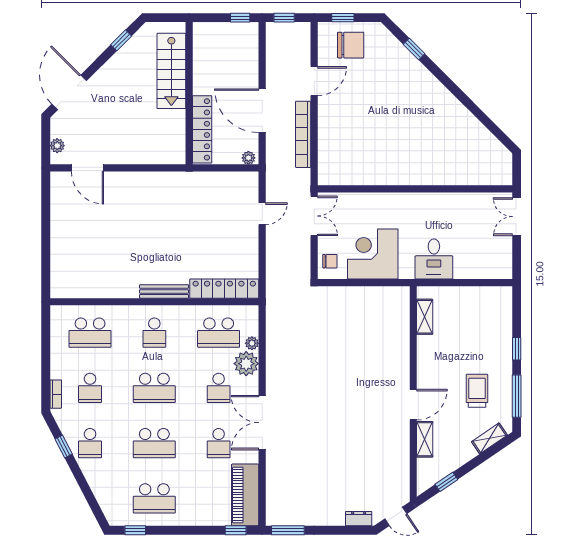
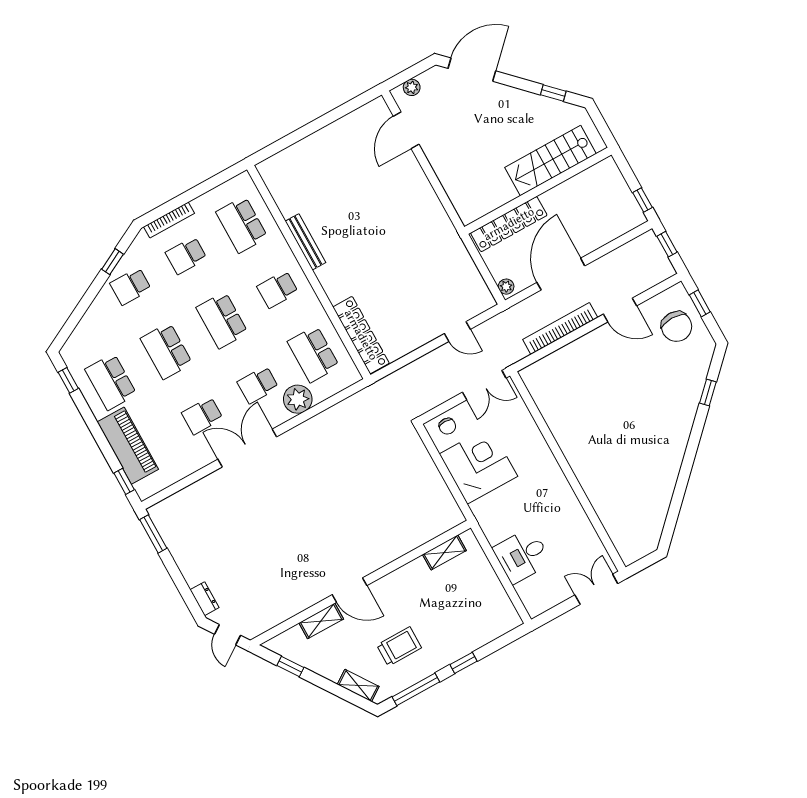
desk: (434, 259) -> (522, 556), moved
bench: (164, 291) -> (306, 242), moved
plant: (252, 343) -> (321, 393), removed
bookcase: (56, 394) -> (169, 220), width x1.56
piano: (245, 495) -> (128, 446), moved, turned 90

